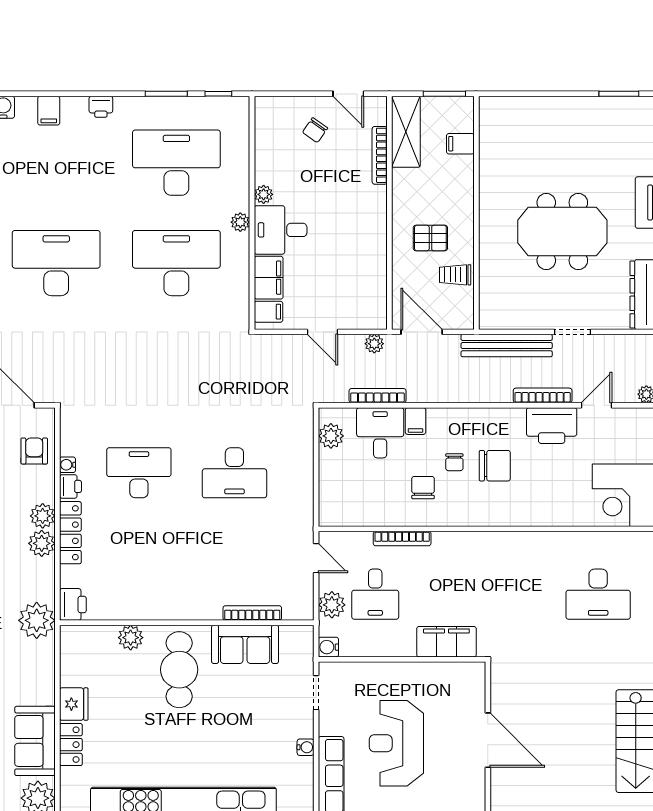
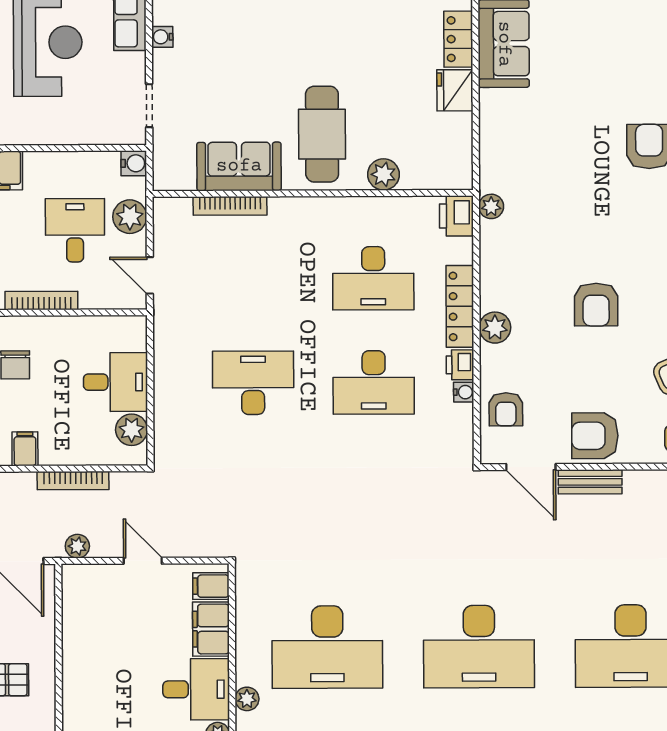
desk: (380, 433) -> (115, 382), moved, turned -90
plant: (42, 543) -> (496, 293), removed
desk: (139, 555) -> (373, 278), added
plant: (37, 620) -> (491, 206), width x0.53, depth x0.53

